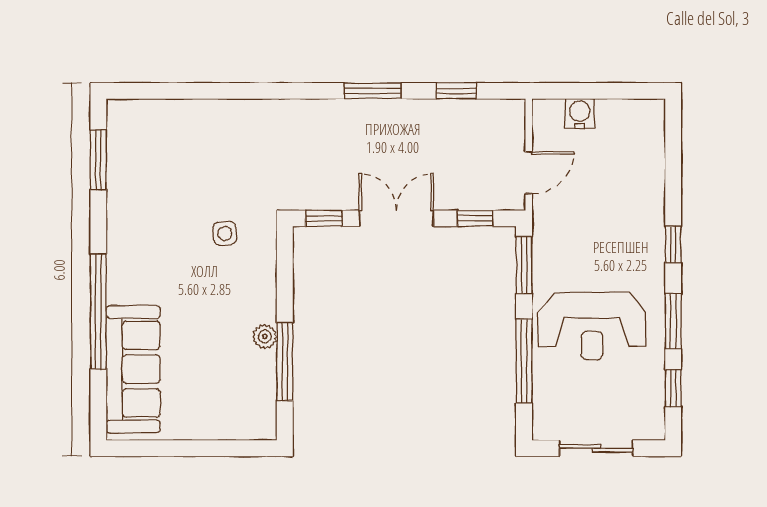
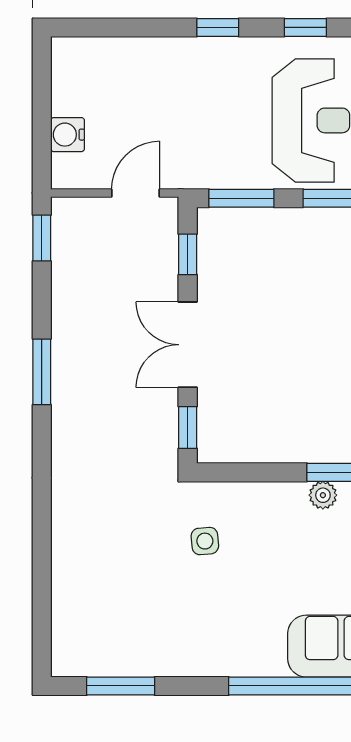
window: (456, 91) -> (42, 238), moved
door: (529, 173) -> (136, 193), hinge flipped
window: (673, 321) -> (305, 27), width x0.67

